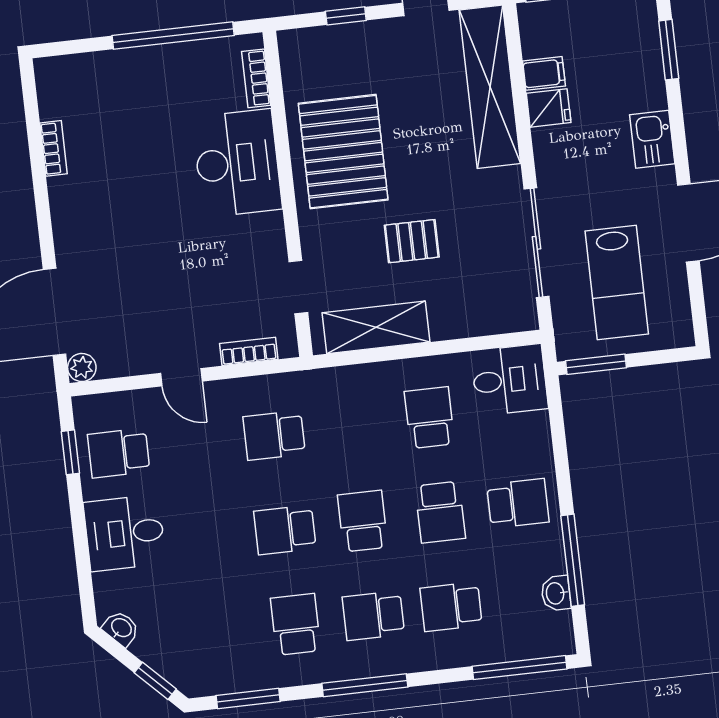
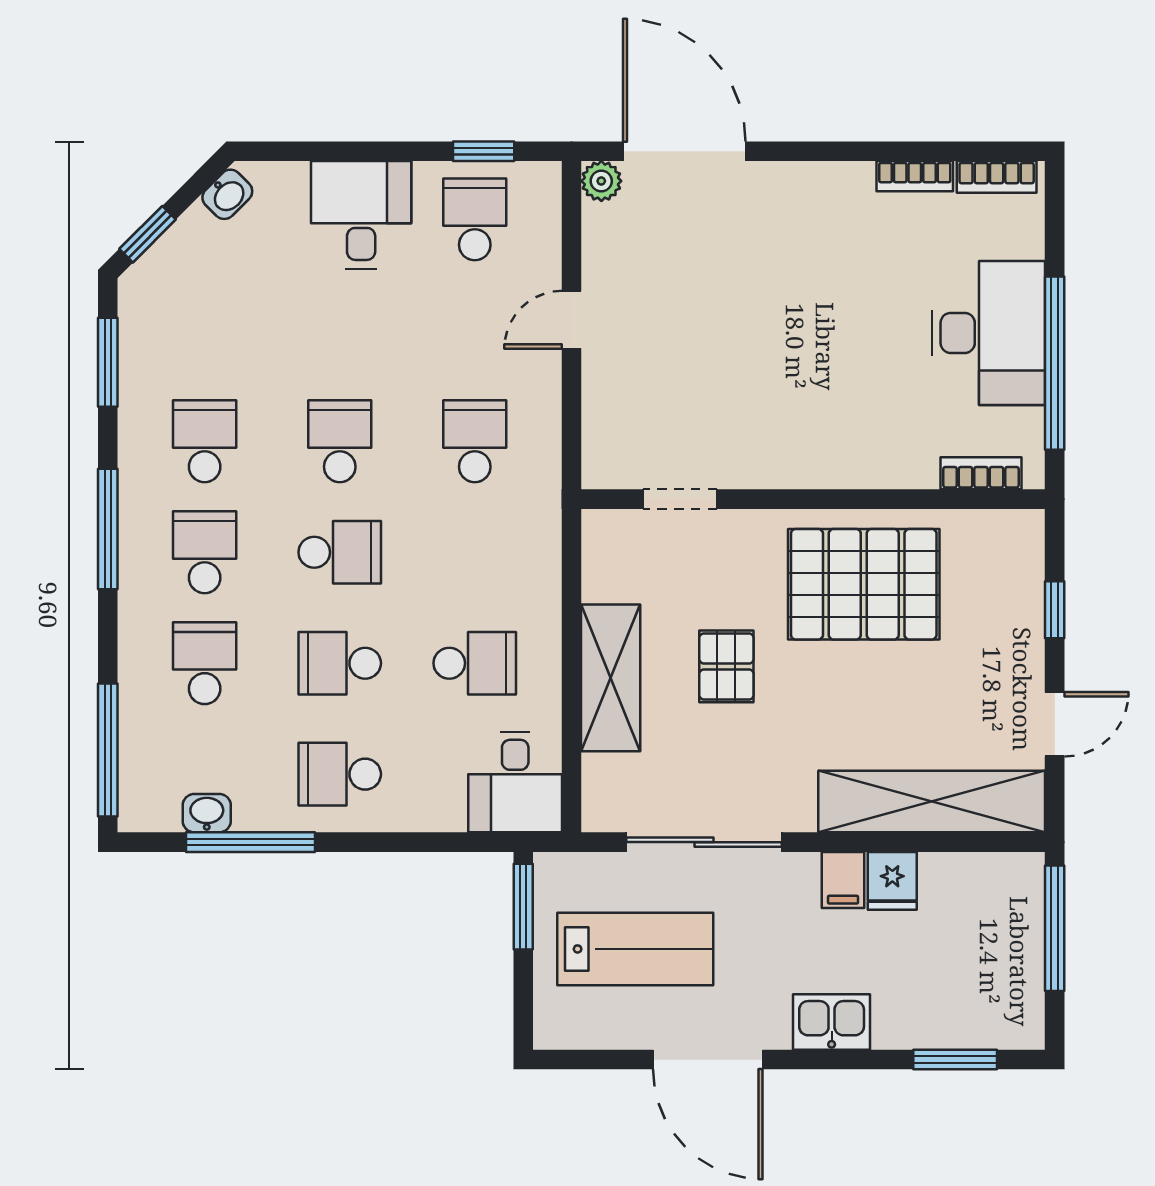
filing cabinet: (544, 73) -> (843, 880), moved
desk: (237, 163) -> (988, 333), moved, turned -90
lab bench: (617, 282) -> (635, 949), turned 180
shelving: (376, 327) -> (611, 678), moved
bookcase: (249, 351) -> (997, 177), moved, turned 90
school desk: (518, 503) -> (340, 774), turned 90
school desk: (296, 624) -> (205, 441), turned -90

